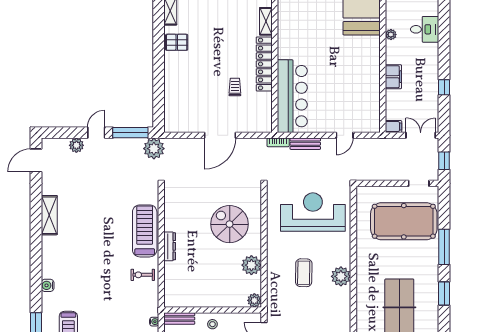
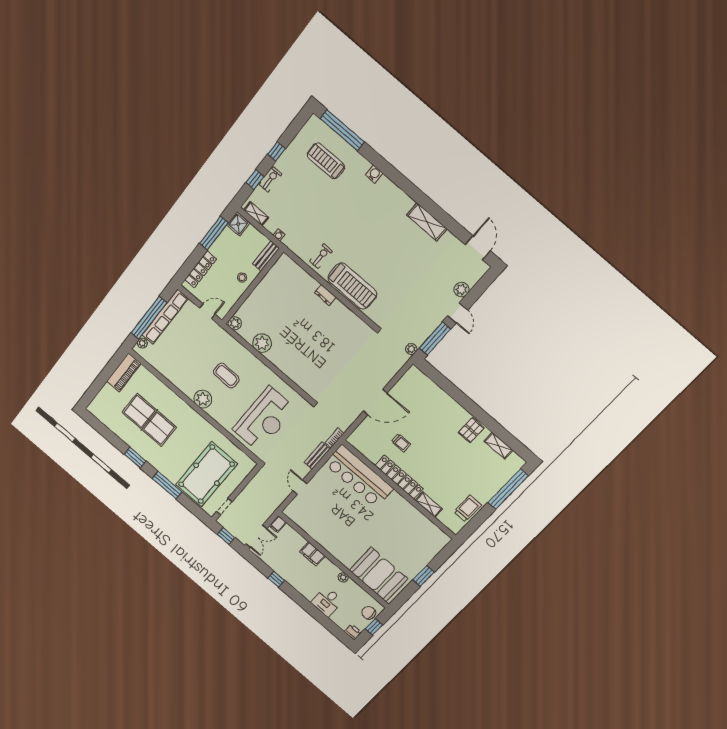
door: (220, 135) -> (375, 402), swing flipped
plant: (154, 149) -> (411, 349), width x0.53, depth x0.53
spiral stairs: (230, 224) -> (305, 353), removed
dresser: (170, 246) -> (325, 295), width x0.70

